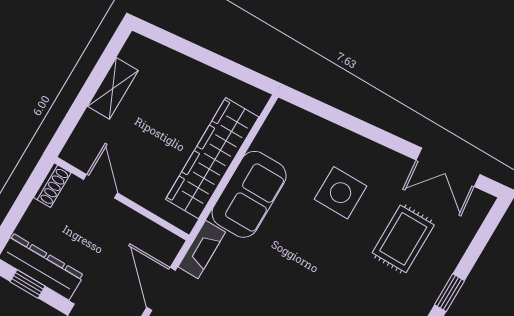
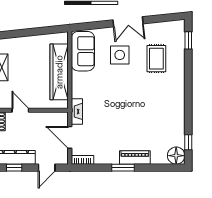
double door: (448, 167) -> (128, 22), moved
sofa: (249, 194) -> (83, 51), moved
window: (449, 293) -> (188, 40), moved

